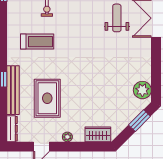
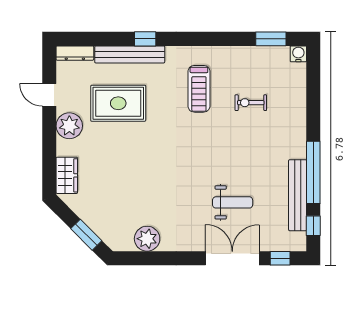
plant: (142, 90) -> (147, 239), moved
plant: (67, 137) -> (69, 126), width x1.87, depth x1.87

